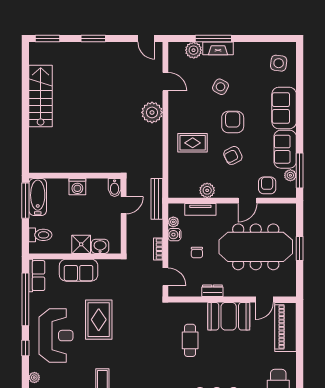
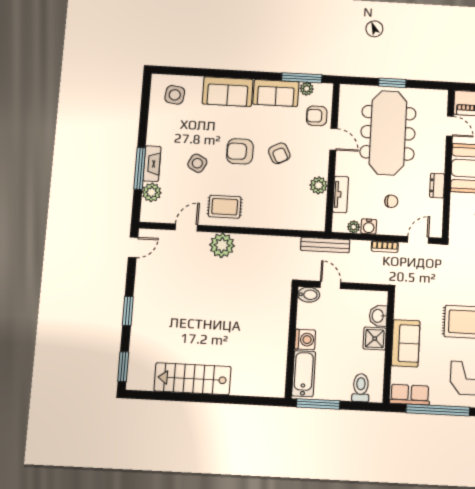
rug: (193, 143) -> (225, 207), moved, turned 90
bathtub: (38, 197) -> (304, 374), moved, turned 90

